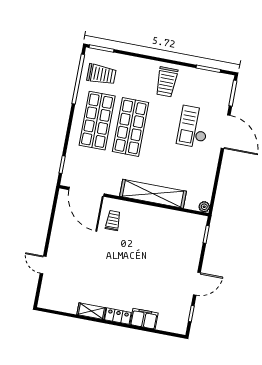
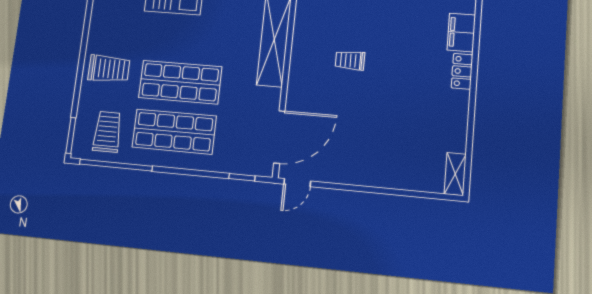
trolley: (167, 82) -> (109, 69), moved
trolley: (113, 221) -> (350, 60), moved
door: (43, 265) -> (297, 183), moved
shelving: (91, 311) -> (455, 174), moved

